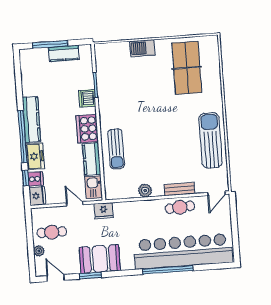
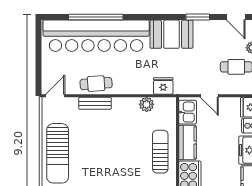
plant: (145, 191) -> (147, 104), moved
fridge: (104, 211) -> (163, 86), moved
booth: (100, 259) -> (171, 34), moved
window: (168, 270) -> (96, 17), moved

